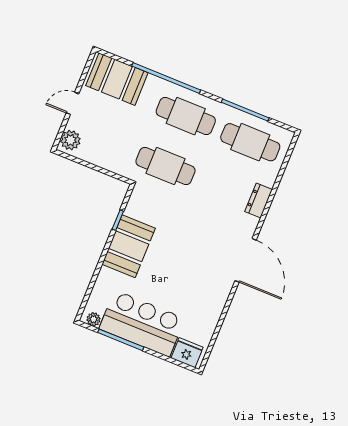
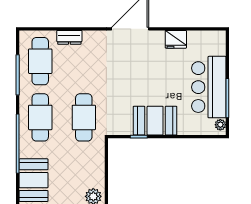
dresser: (259, 201) -> (69, 37), moved
fridge: (187, 353) -> (176, 39), moved, turned -90

